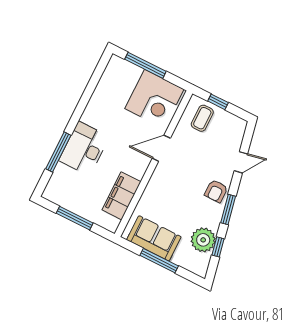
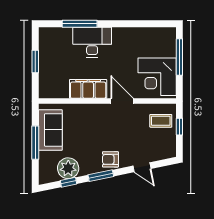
filing cabinet: (121, 196) -> (88, 89), moved
window: (75, 218) -> (35, 62), width x0.69

